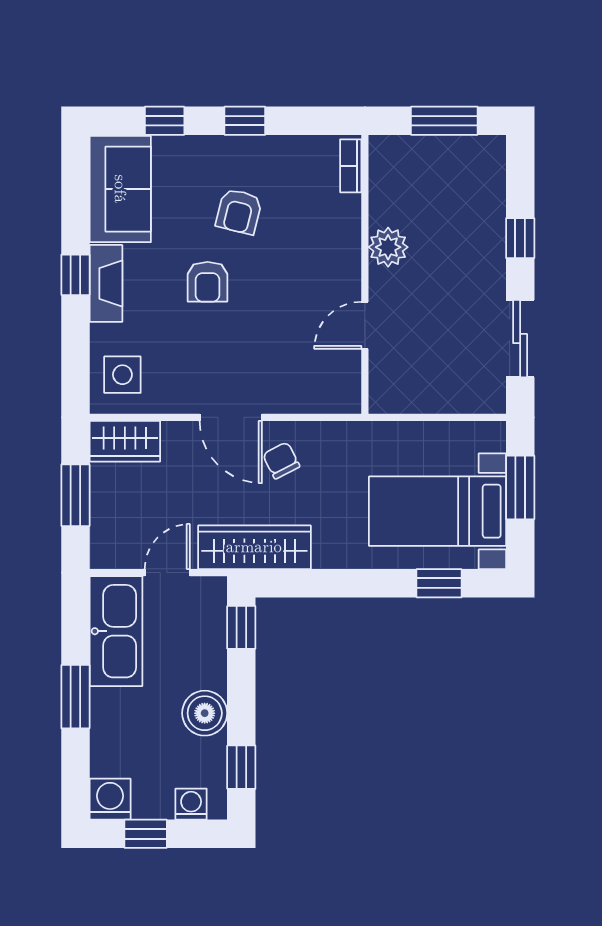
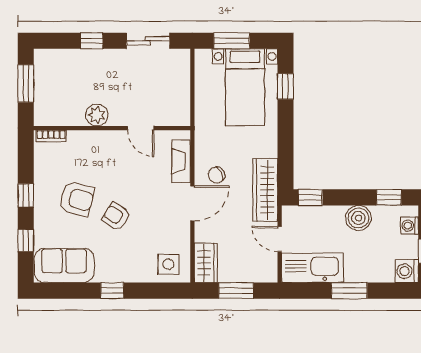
armchair: (239, 211) -> (77, 199), width x1.38, depth x1.38
armchair: (208, 282) -> (116, 216), turned -147
fireplace: (106, 283) -> (181, 161), moved, turned -90

